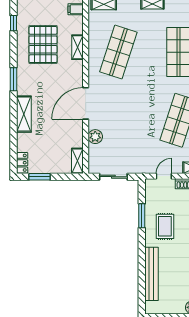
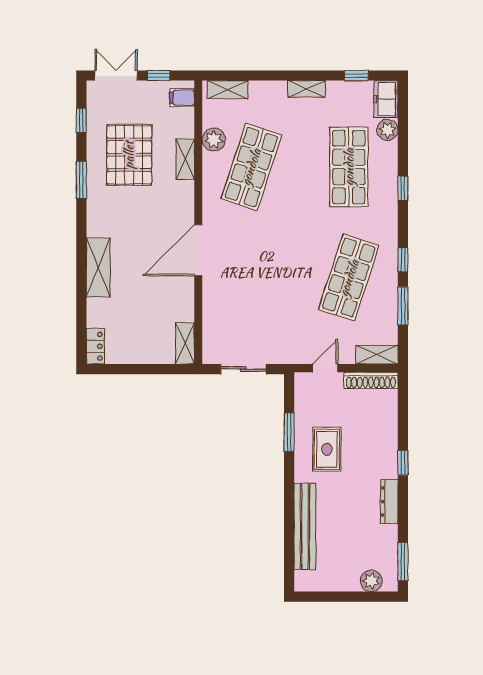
window: (14, 79) -> (81, 180), moved
plant: (95, 137) -> (214, 140), moved
window: (39, 177) -> (124, 369), removed

